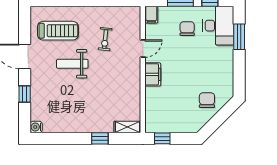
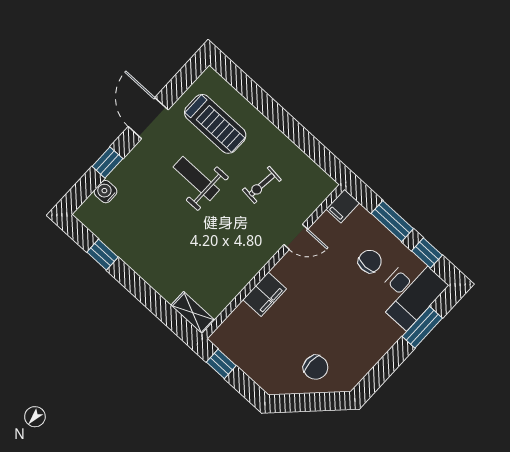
filing cabinet: (153, 74) -> (265, 294), moved
chair: (207, 100) -> (316, 367), turned 90
water cooler: (36, 127) -> (106, 192), moved
window: (100, 138) -> (102, 255), moved

